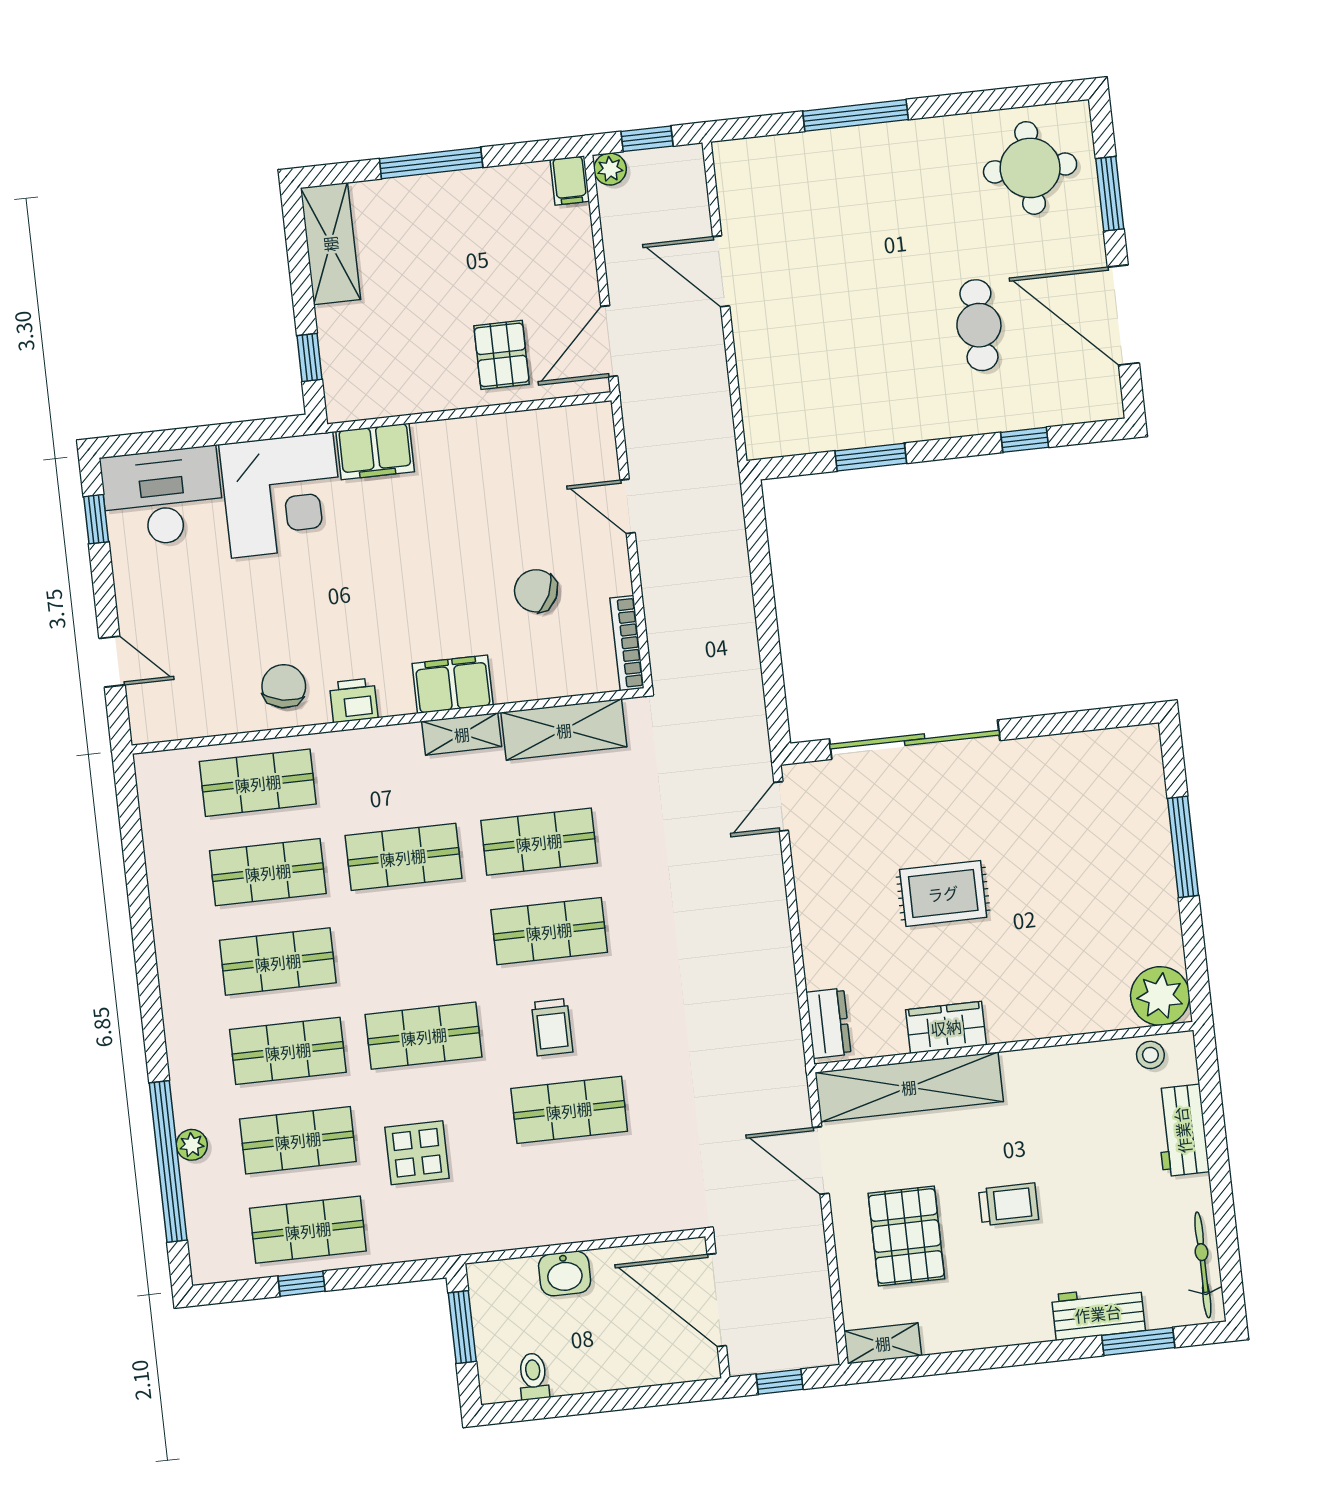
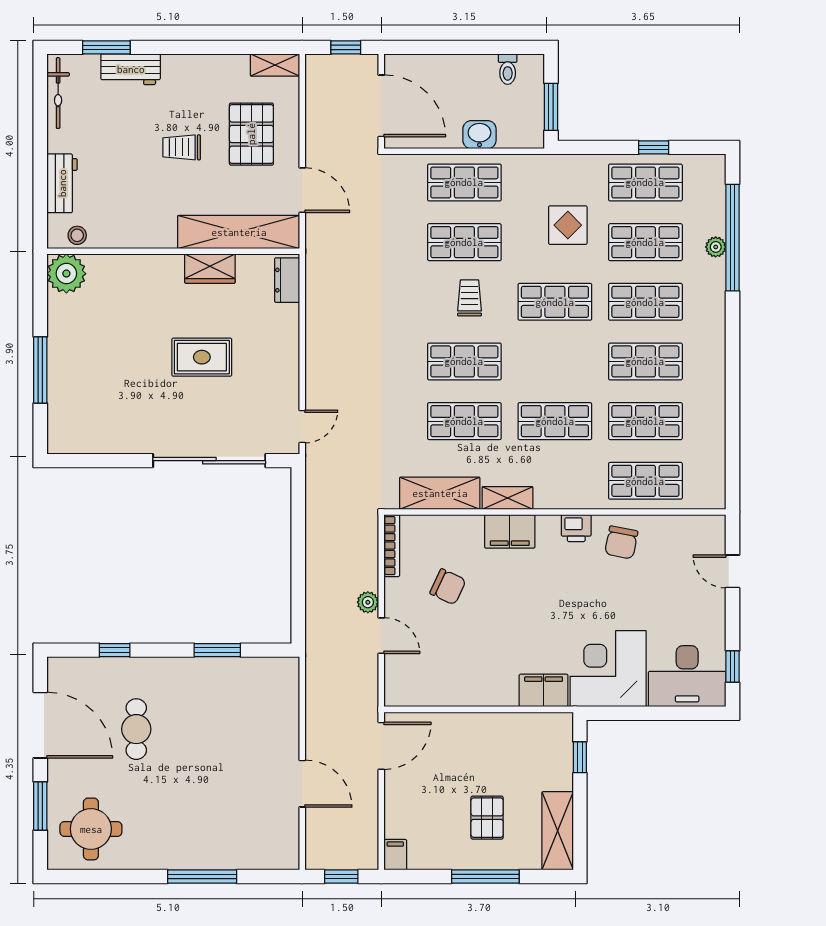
plant: (610, 169) -> (368, 602), moved
pallet: (502, 355) -> (487, 818), moved
shop shelf: (579, 1199) -> (464, 182), added

